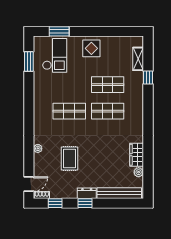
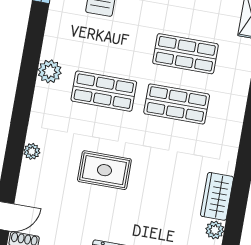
plant: (40, 106) -> (50, 71), added
rug: (69, 159) -> (104, 170), moved, turned 90

